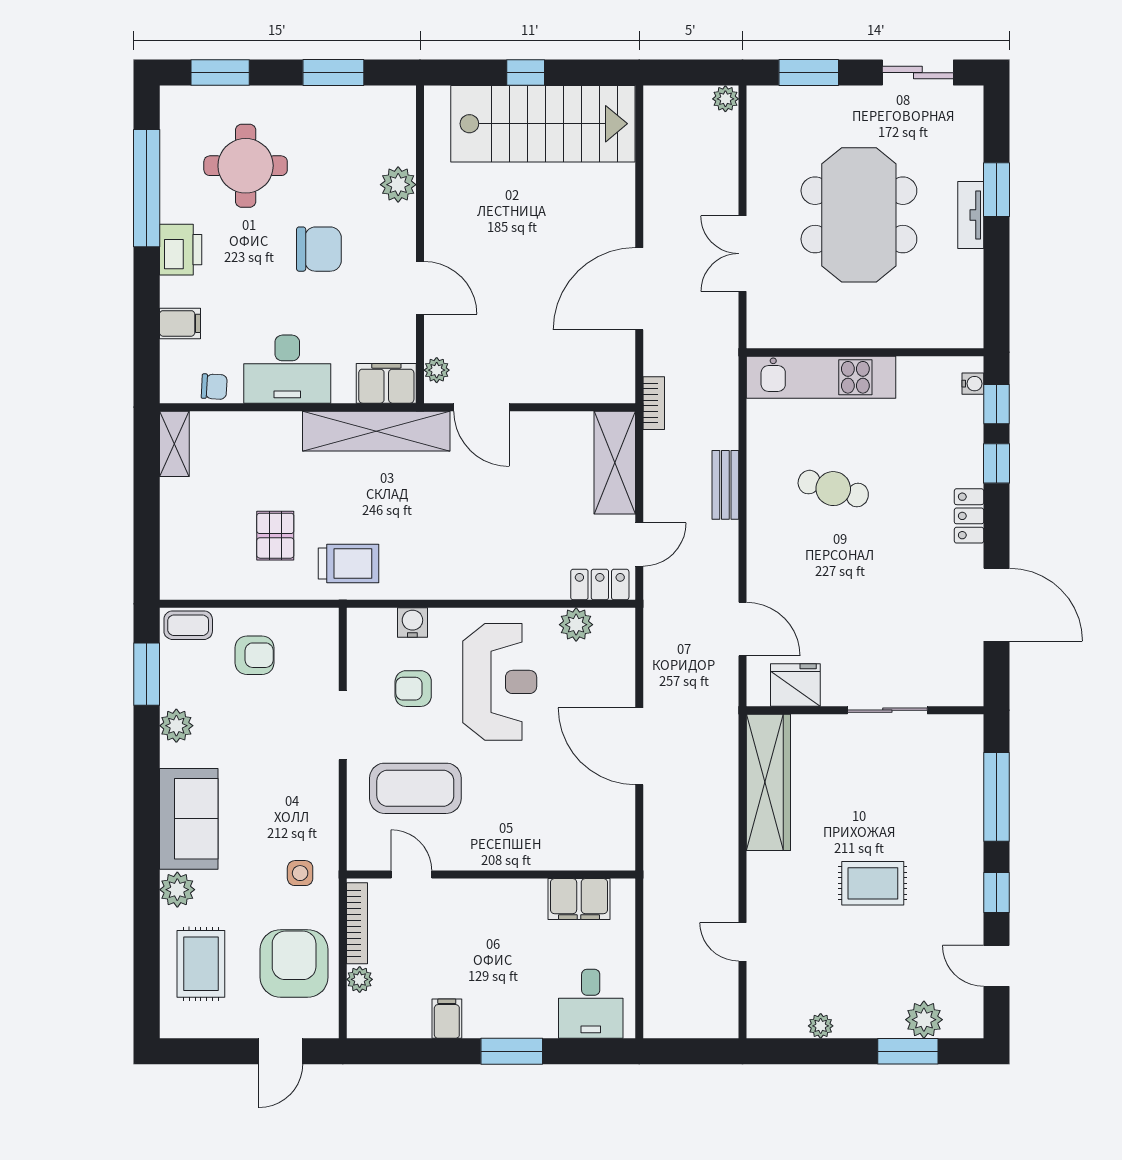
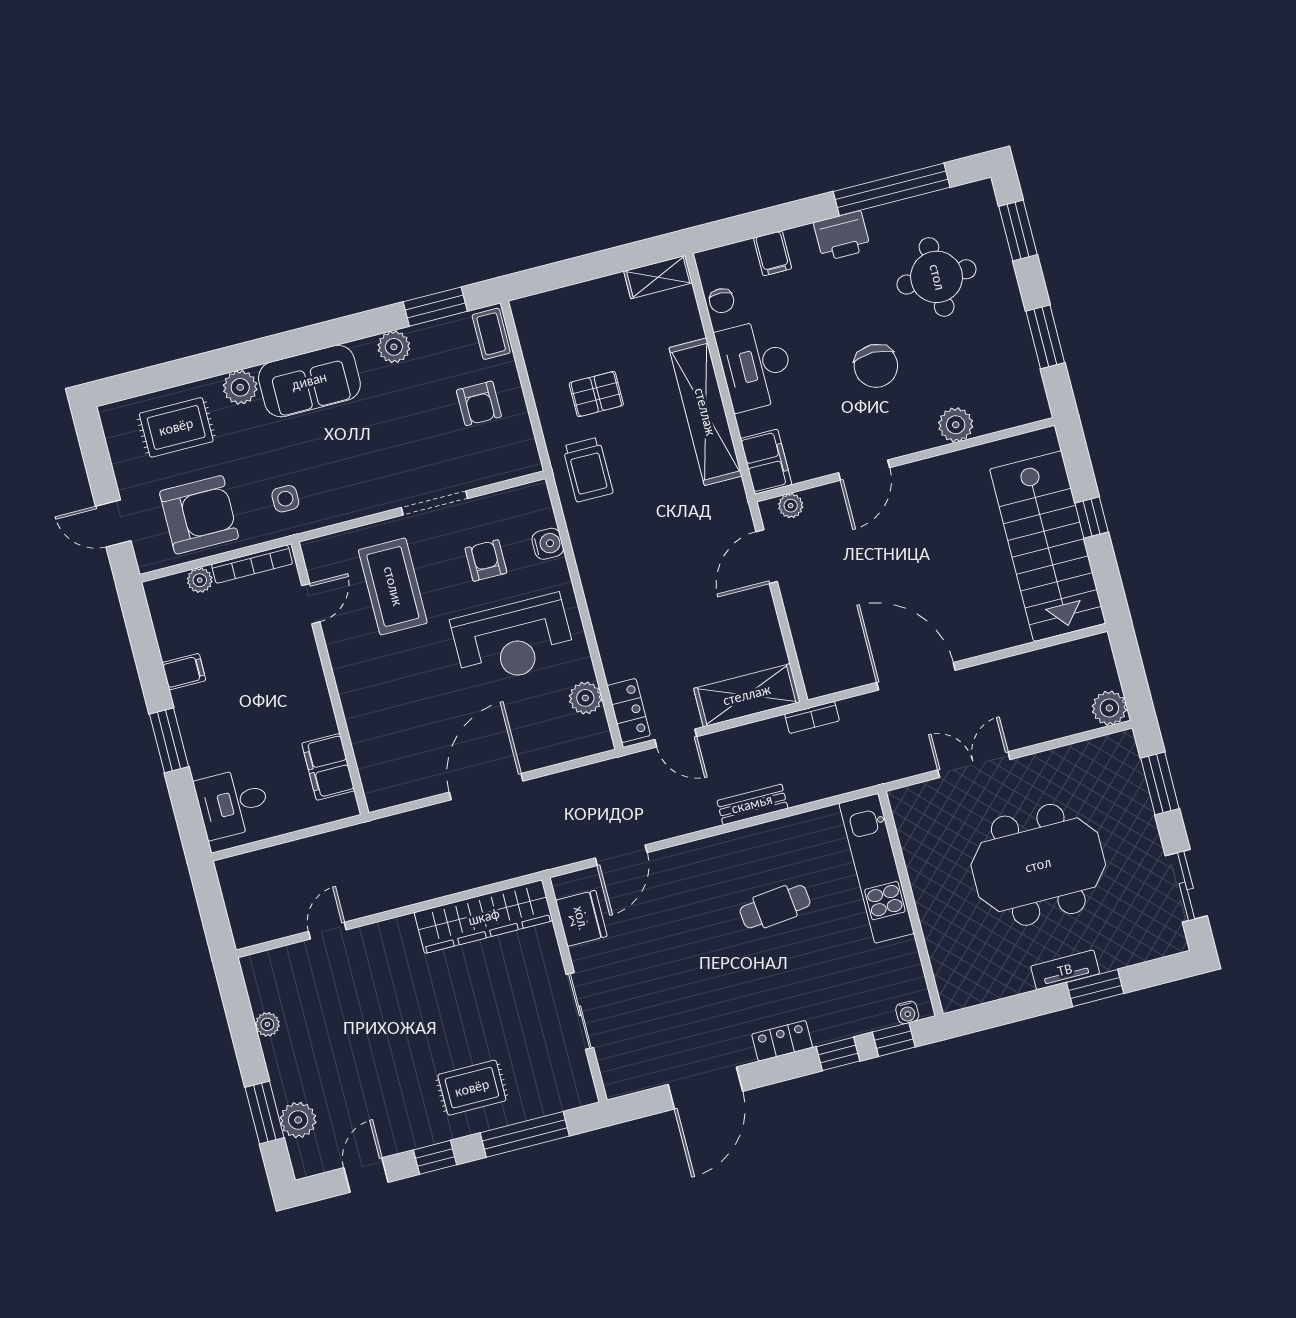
plant: (725, 99) -> (1109, 708), width x1.38, depth x1.38
shelving: (376, 431) -> (705, 412), moved
cafe table: (833, 489) -> (775, 907), turned 69
rug: (873, 883) -> (472, 1088), moved, turned 90

